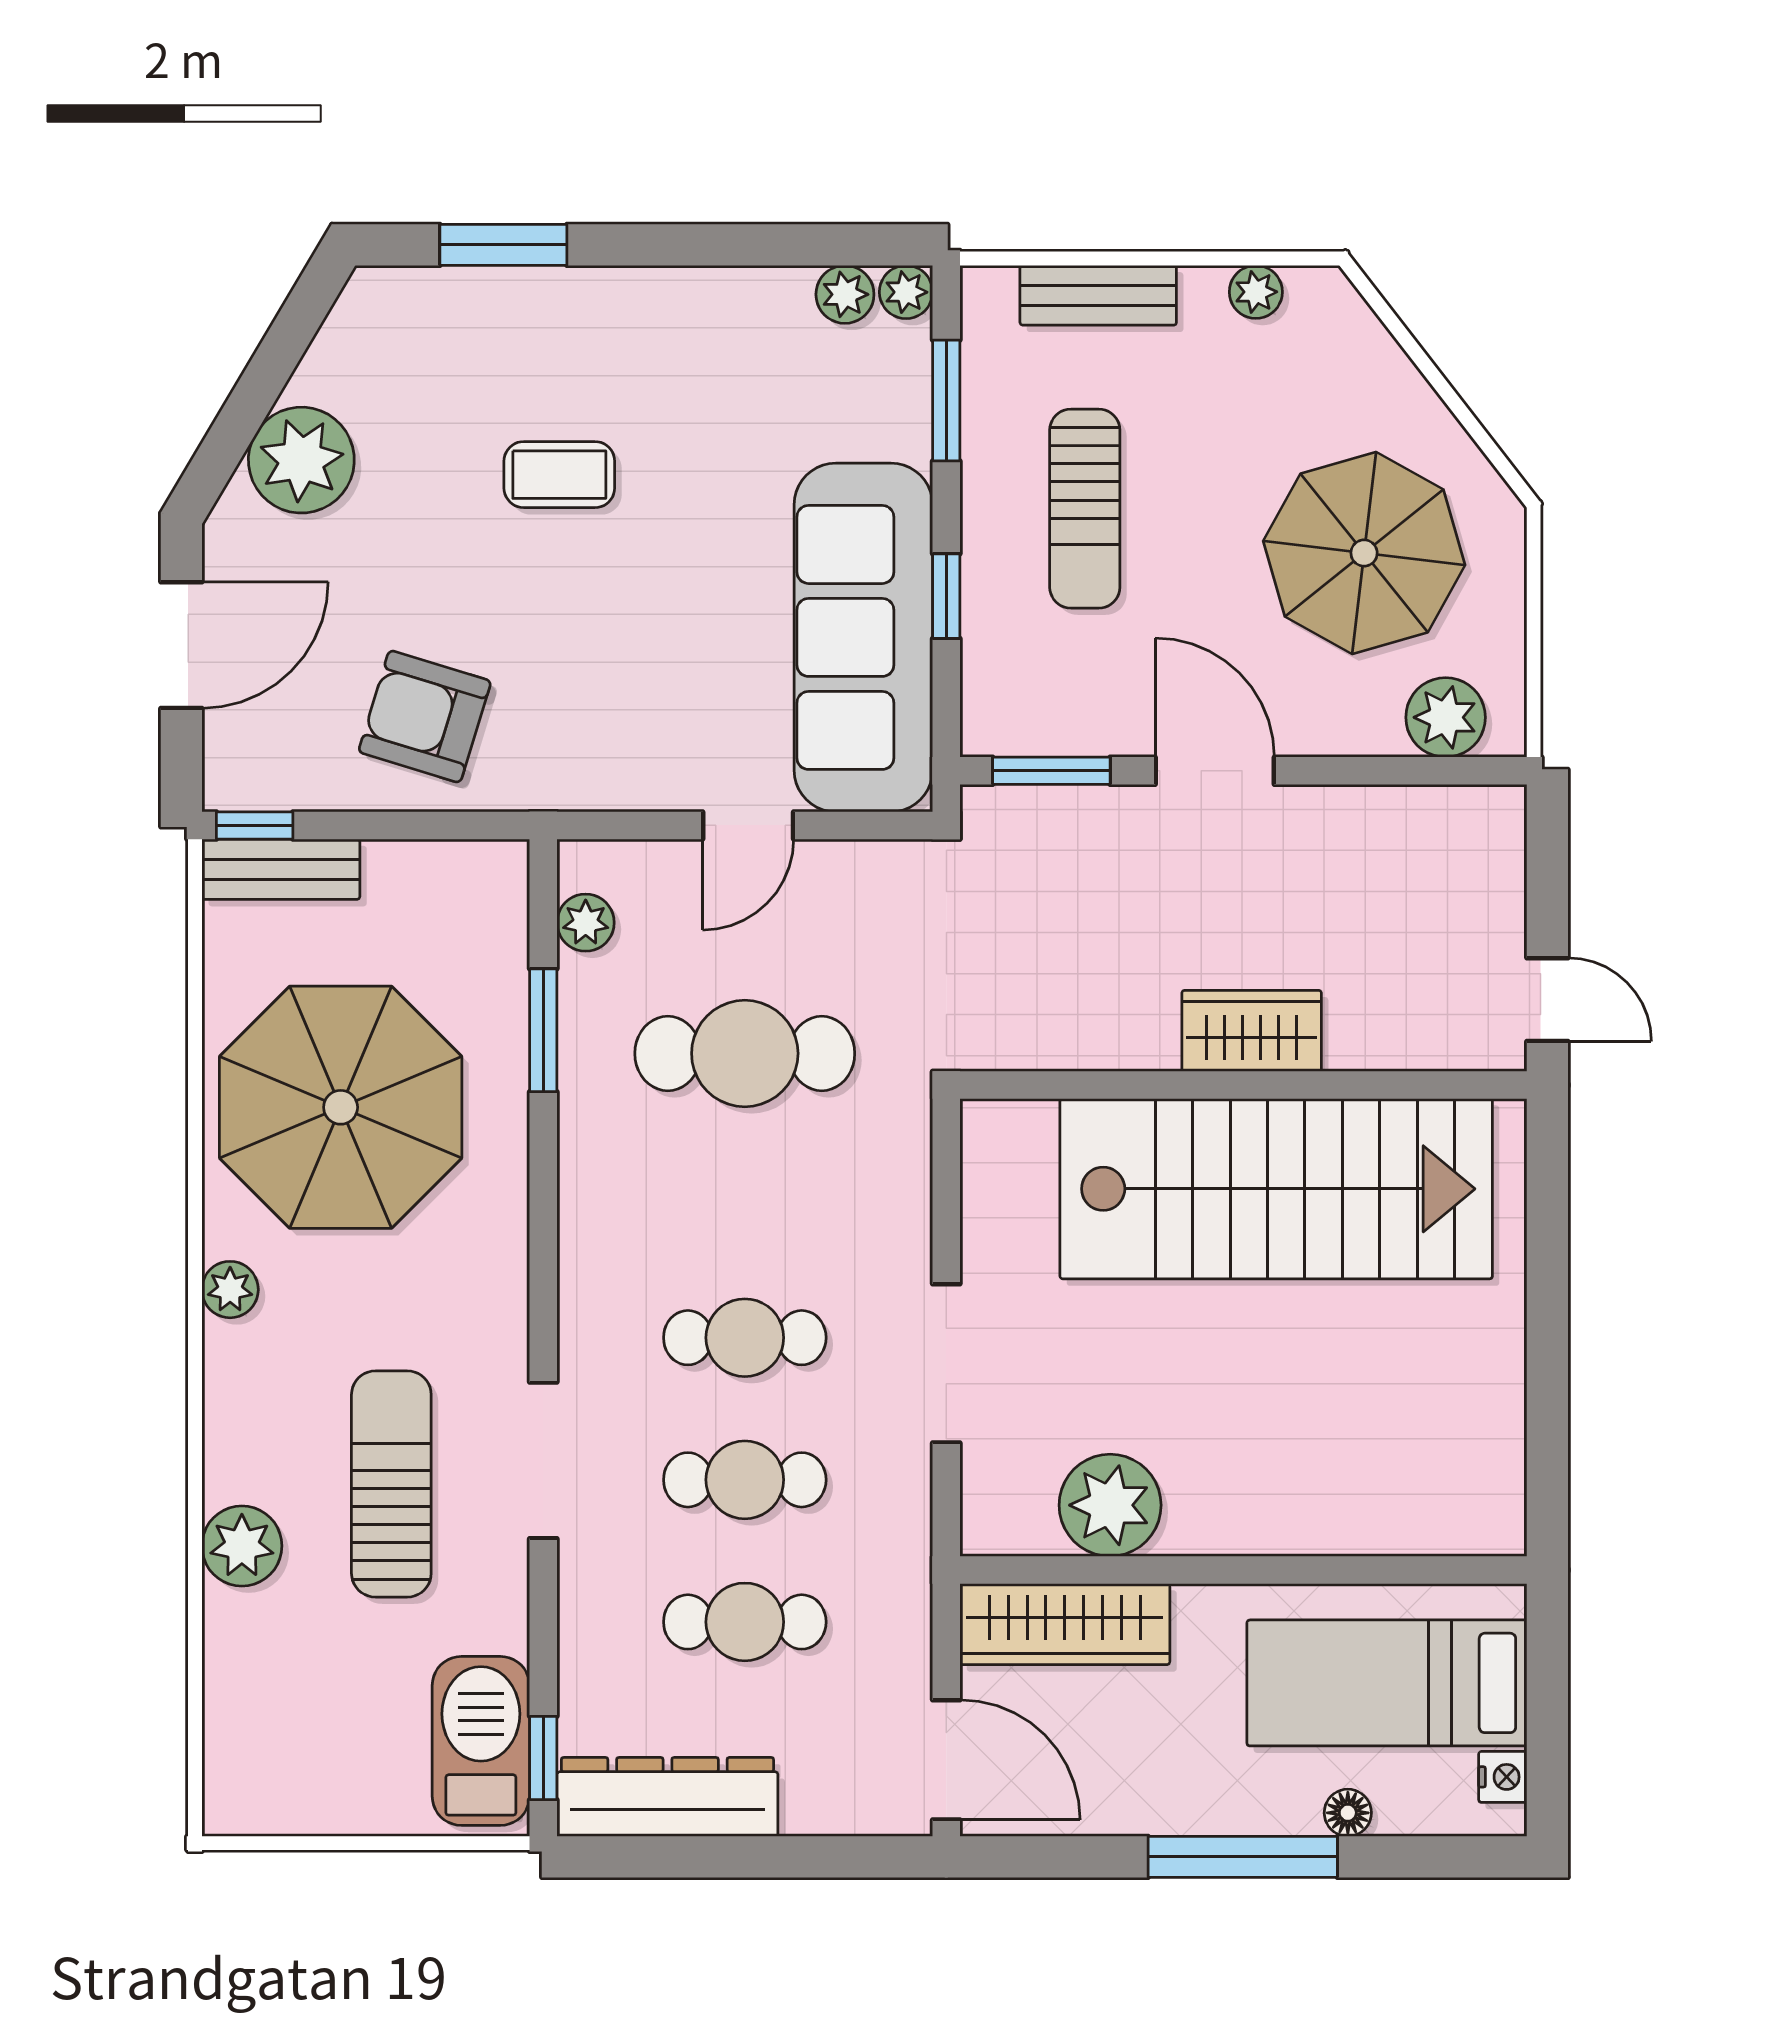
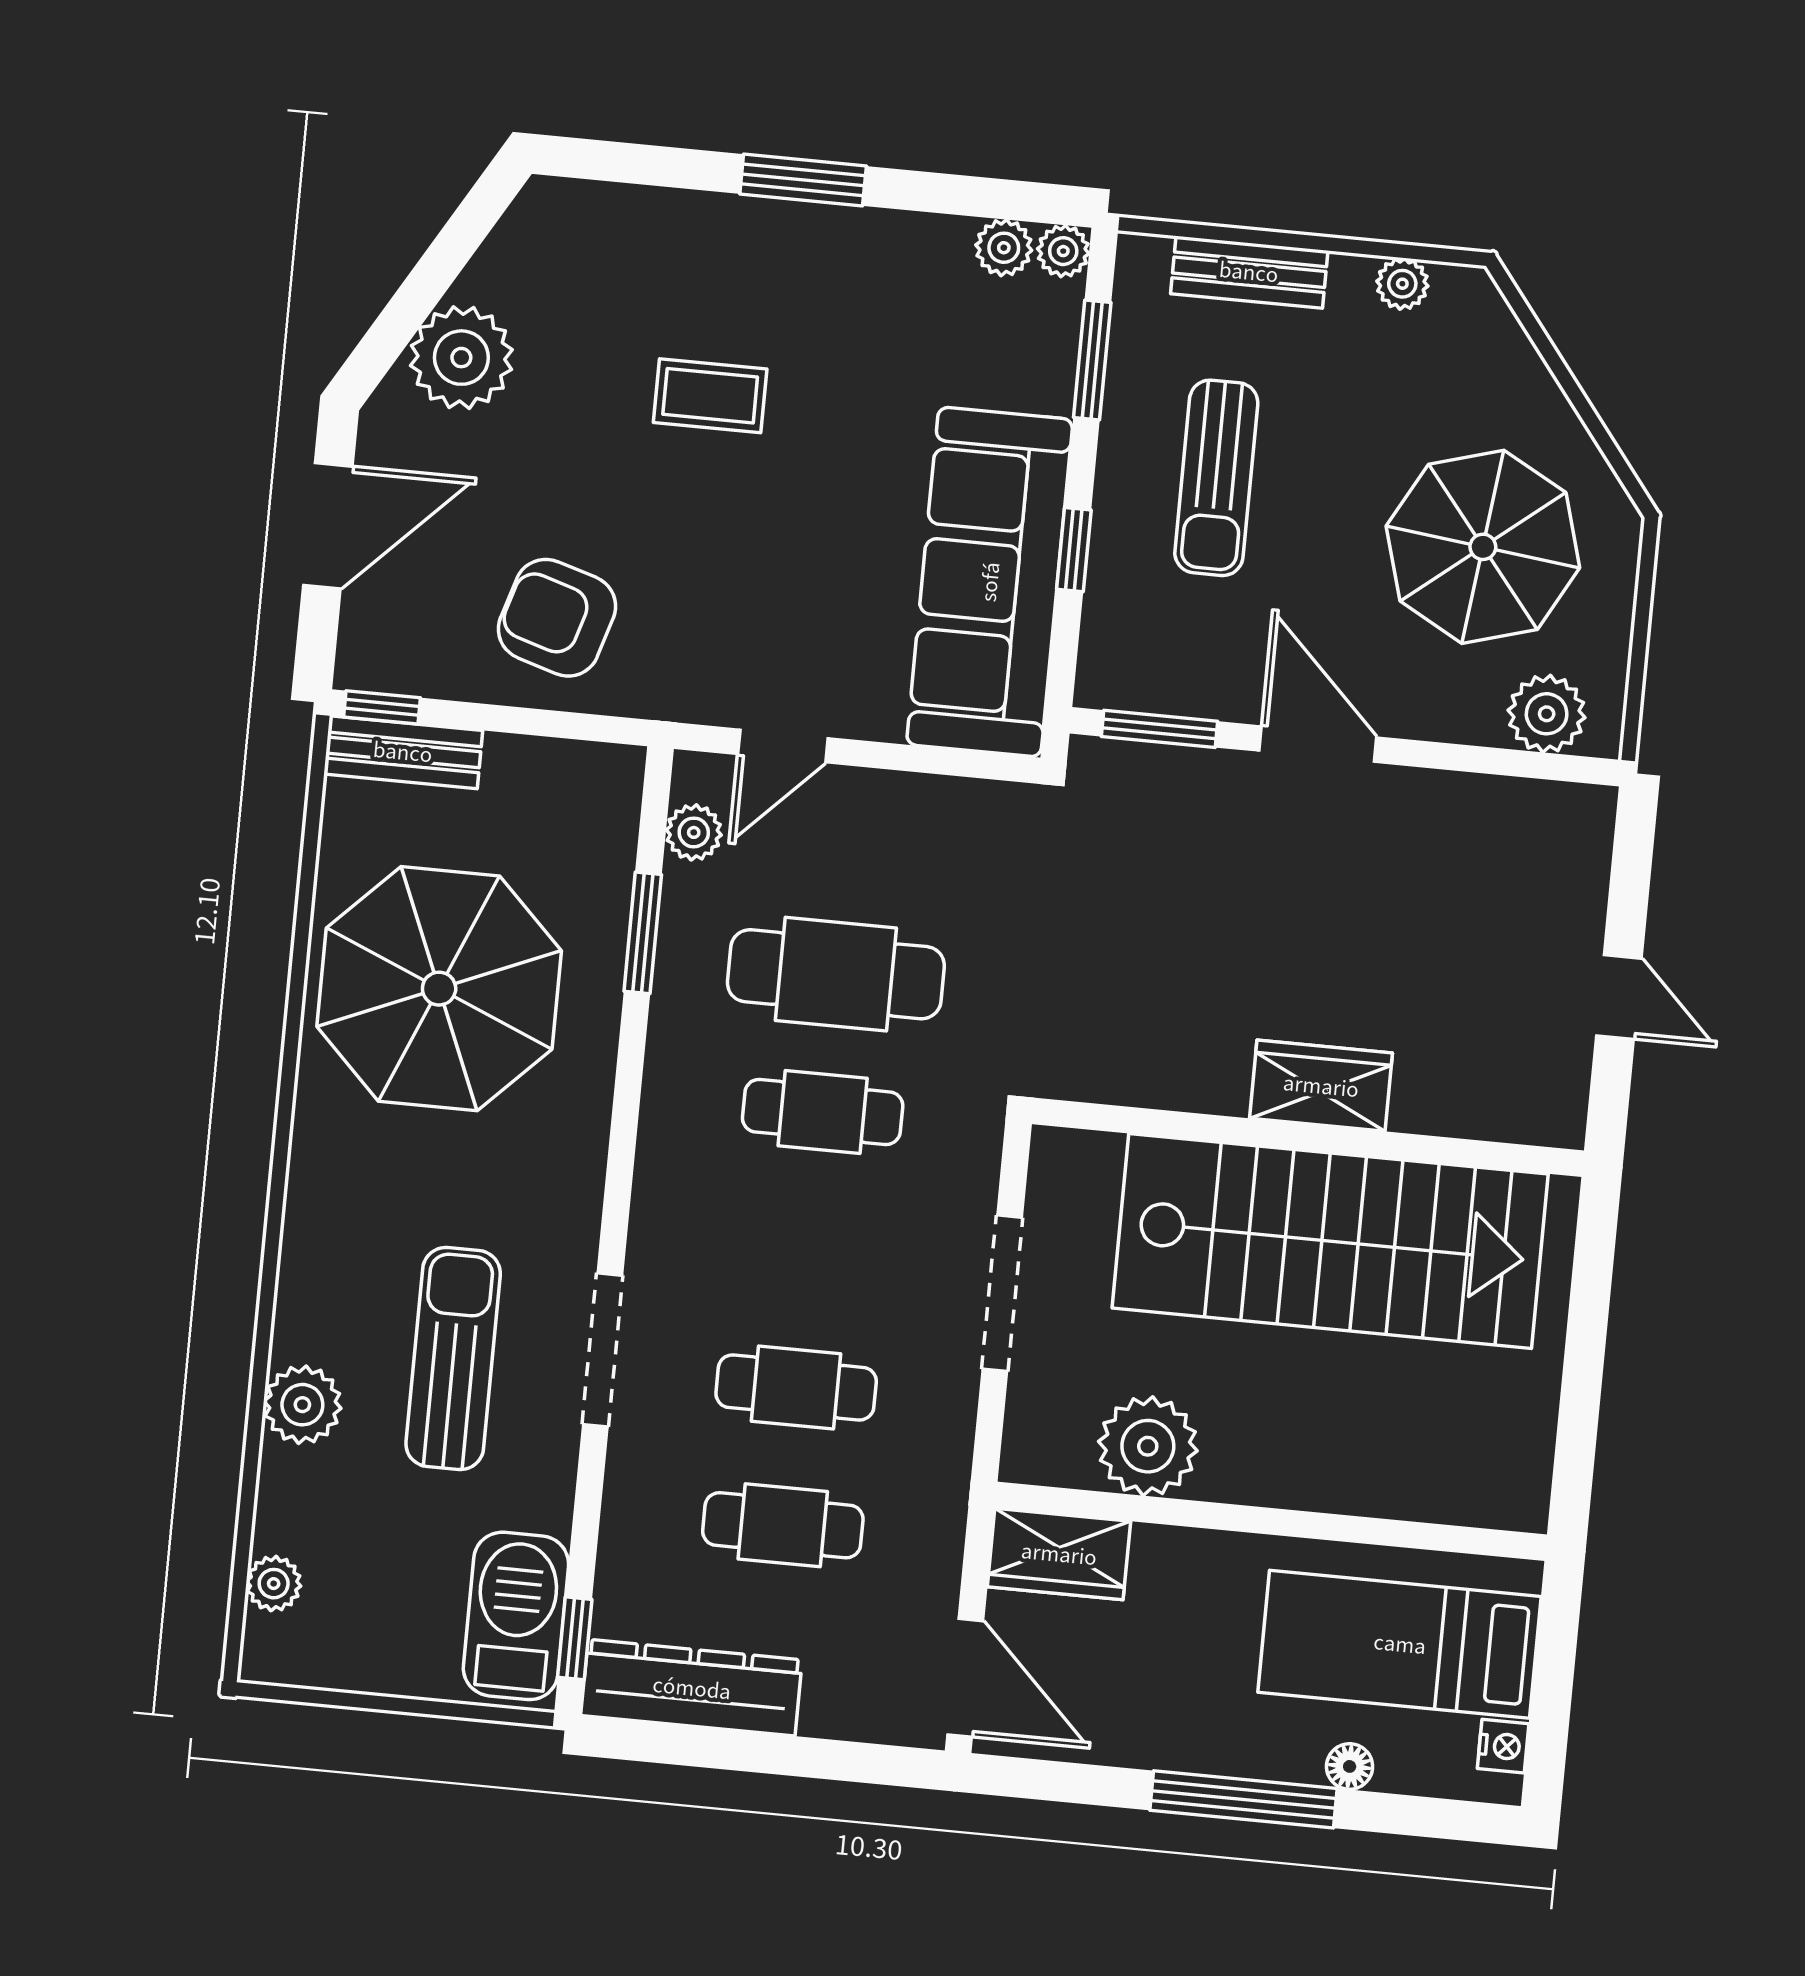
window: (503, 245) -> (803, 180), moved
door: (748, 825) -> (783, 746), moved
wardrobe: (1252, 1031) -> (1321, 1086), moved
wall: (1243, 1085) -> (1308, 1137), moved
stairs: (1276, 1189) -> (1330, 1241), moved
plant: (230, 1290) -> (274, 1584), moved
cafe table: (745, 1338) -> (823, 1112), moved
wardrobe: (1065, 1624) -> (1059, 1554), width x0.67

